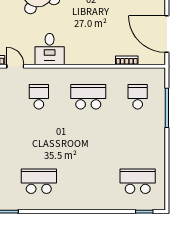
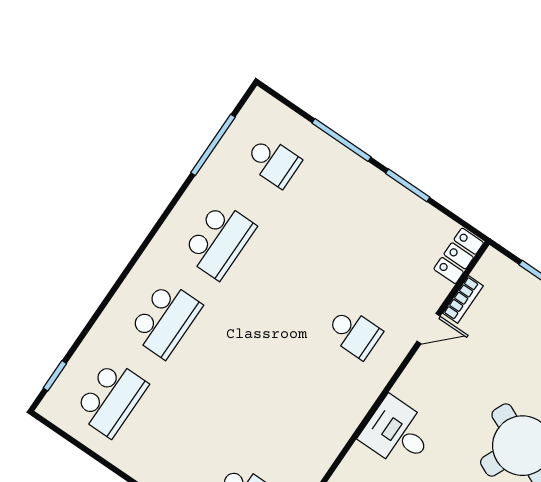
desk: (50, 49) -> (397, 433), moved
school desk: (88, 97) -> (165, 319), moved

